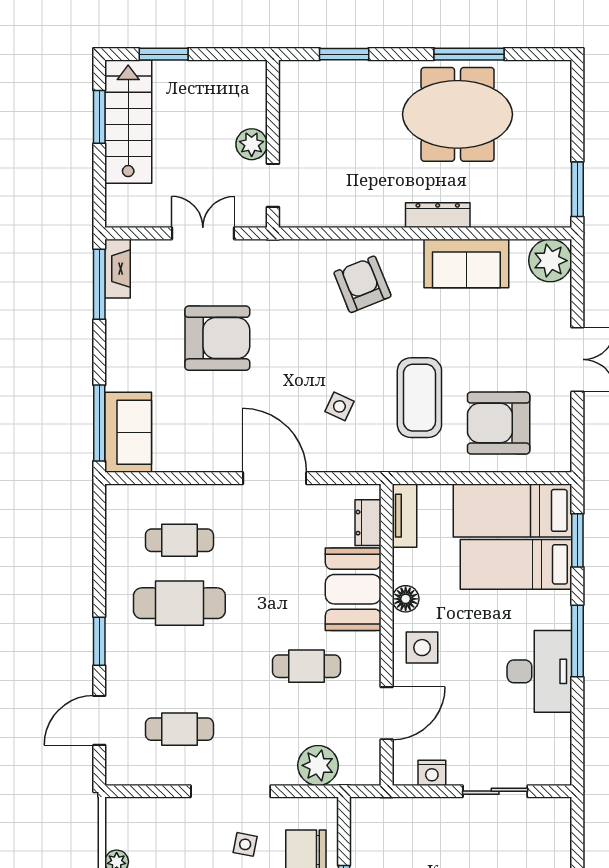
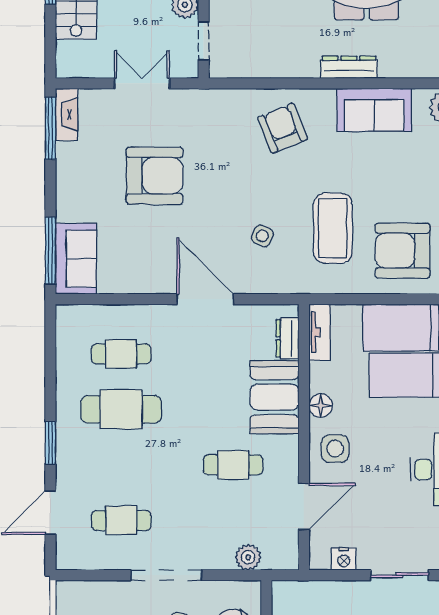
plant: (318, 765) -> (248, 557), width x0.73, depth x0.73

